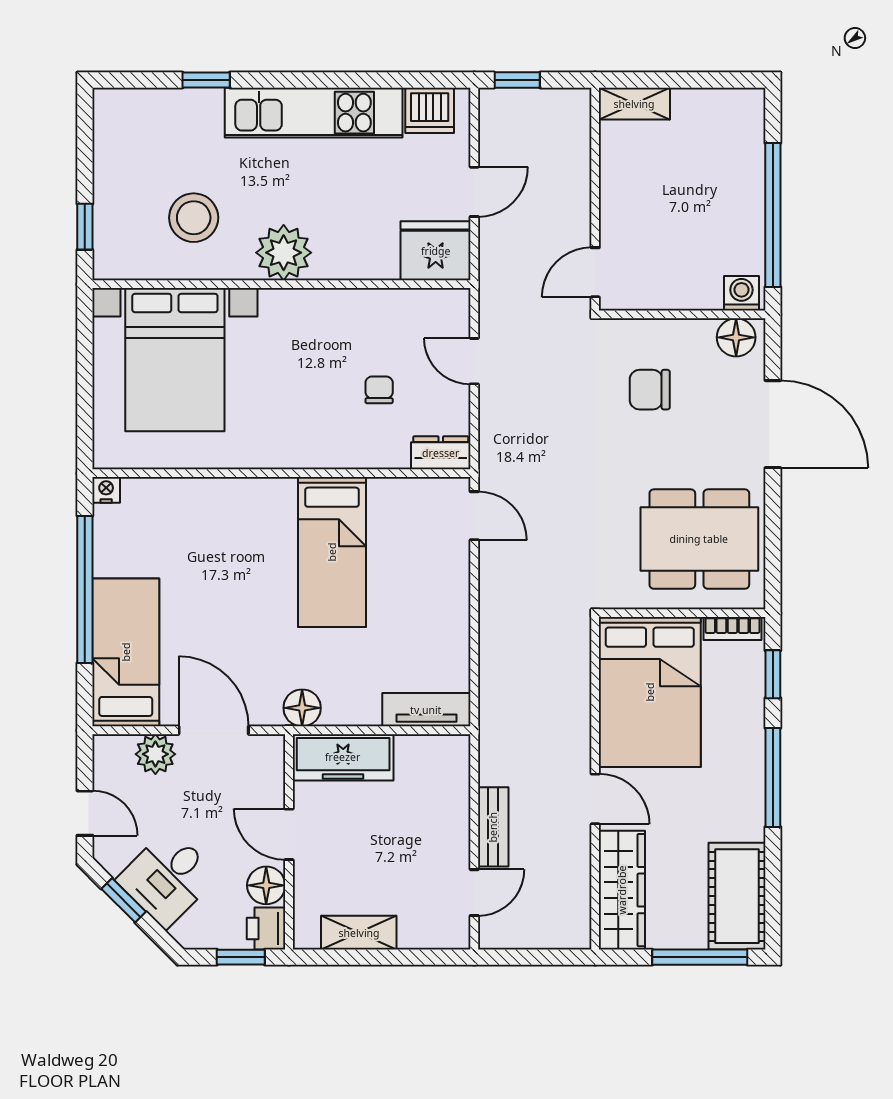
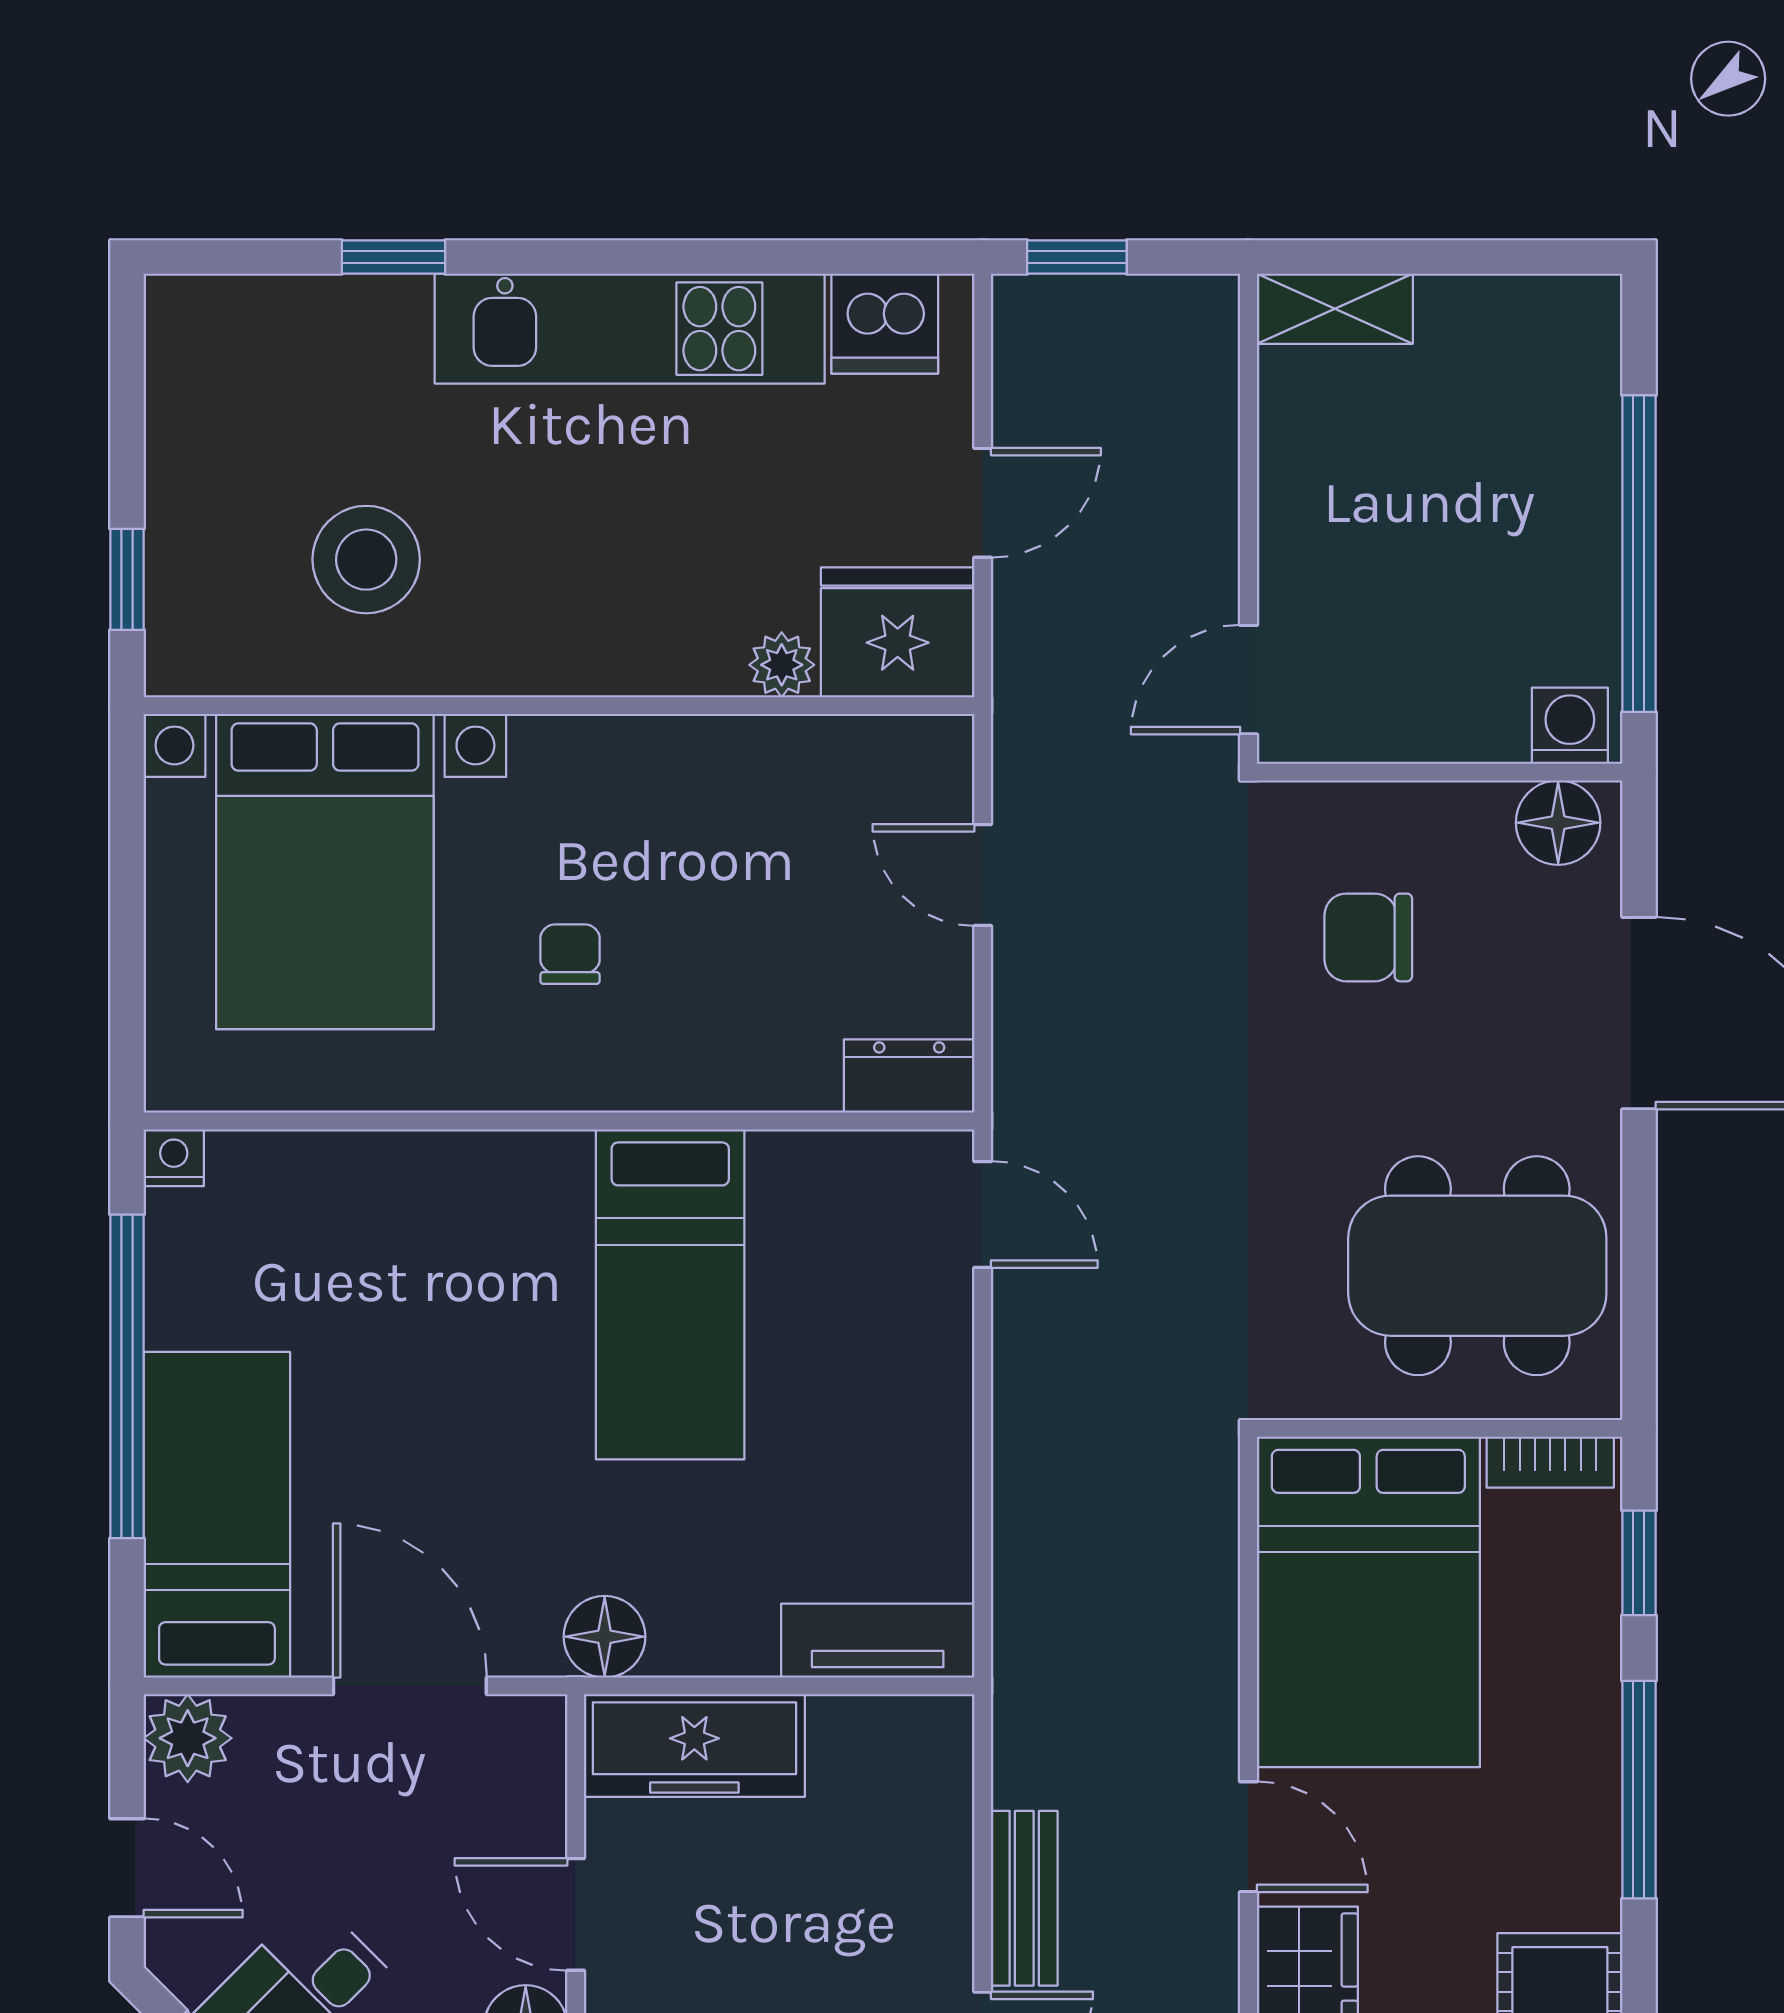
plant: (284, 253) -> (782, 665), moved, width x0.53, depth x0.53
chair: (379, 390) -> (570, 954), moved
plant: (155, 754) -> (188, 1738), moved

